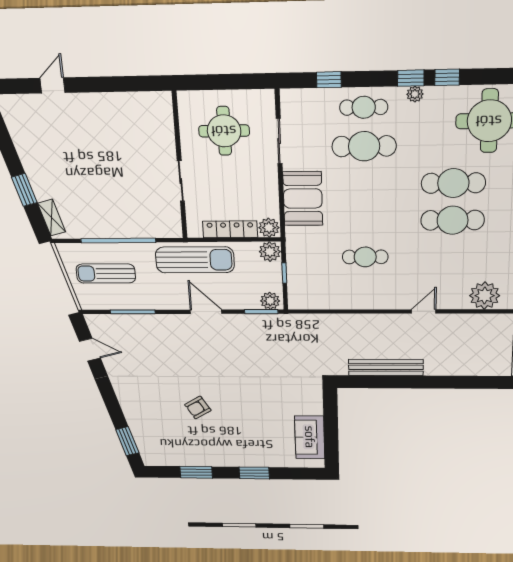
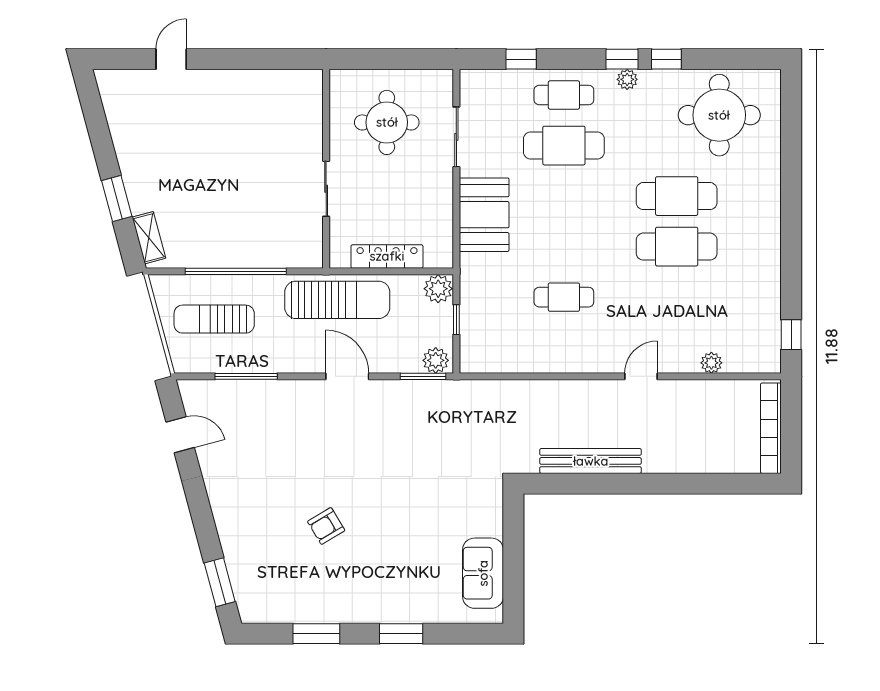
plant: (269, 228) -> (438, 255), removed
plant: (485, 296) -> (711, 363), width x0.53, depth x0.53

